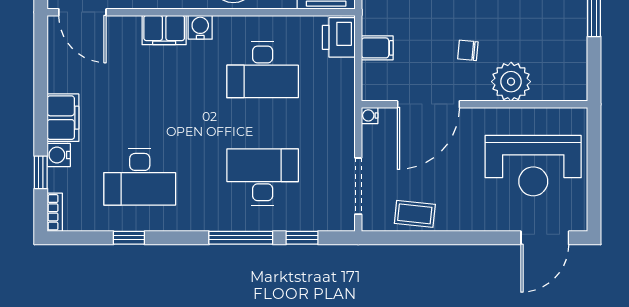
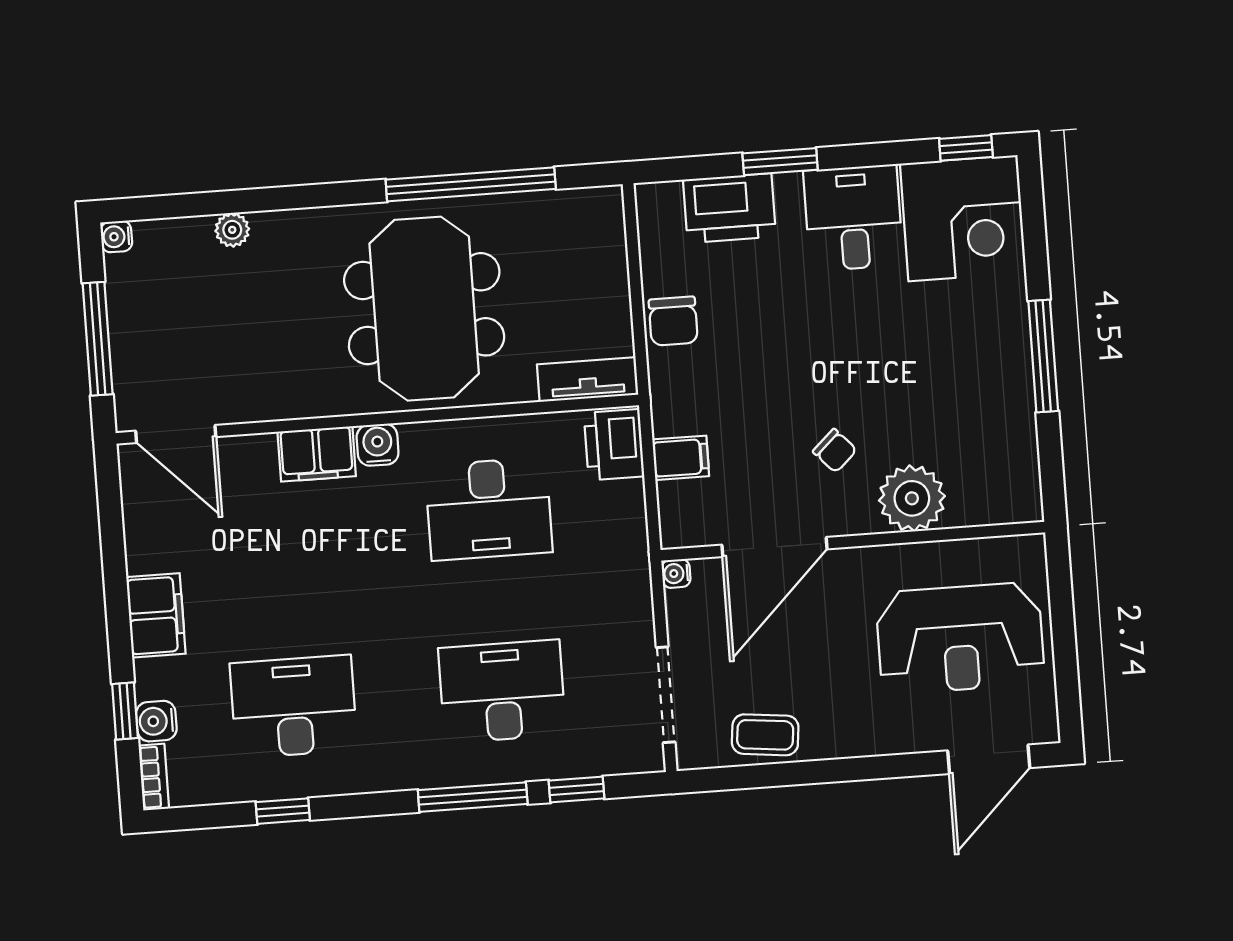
chair: (468, 50) -> (835, 451), turned -138
water cooler: (59, 155) -> (156, 721), moved
desk: (140, 177) -> (294, 707), turned 180

